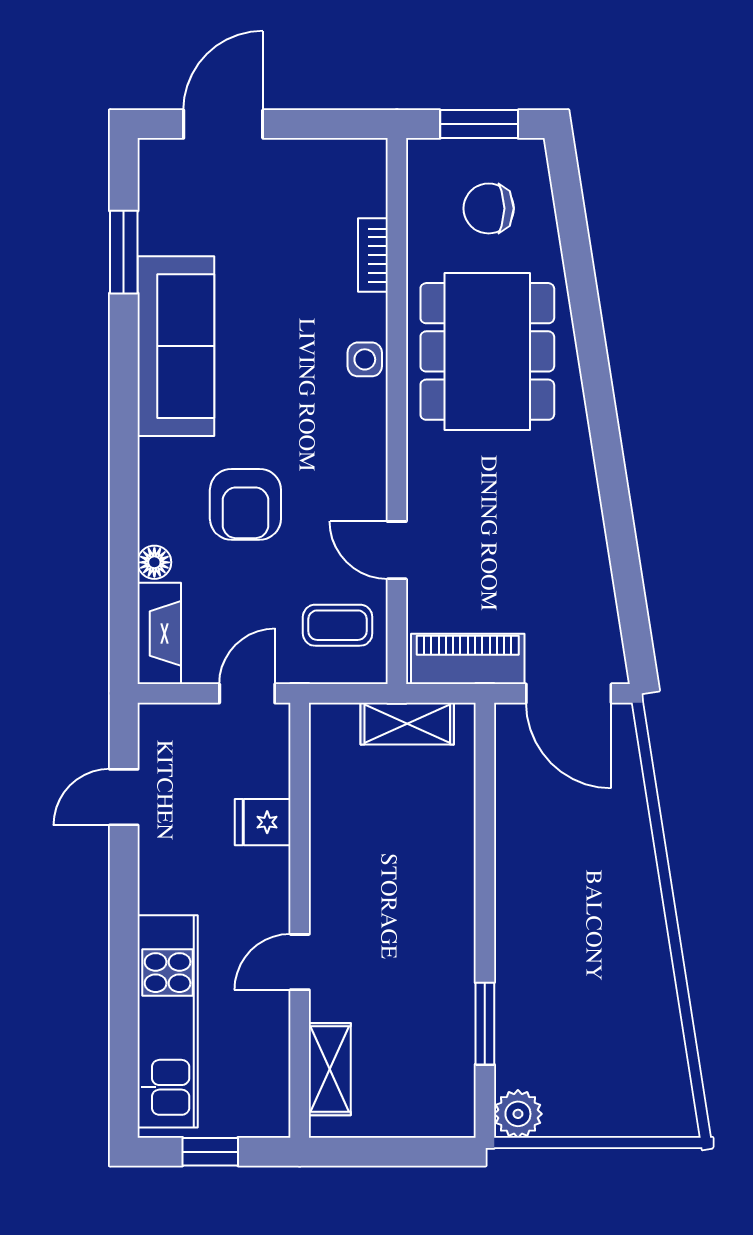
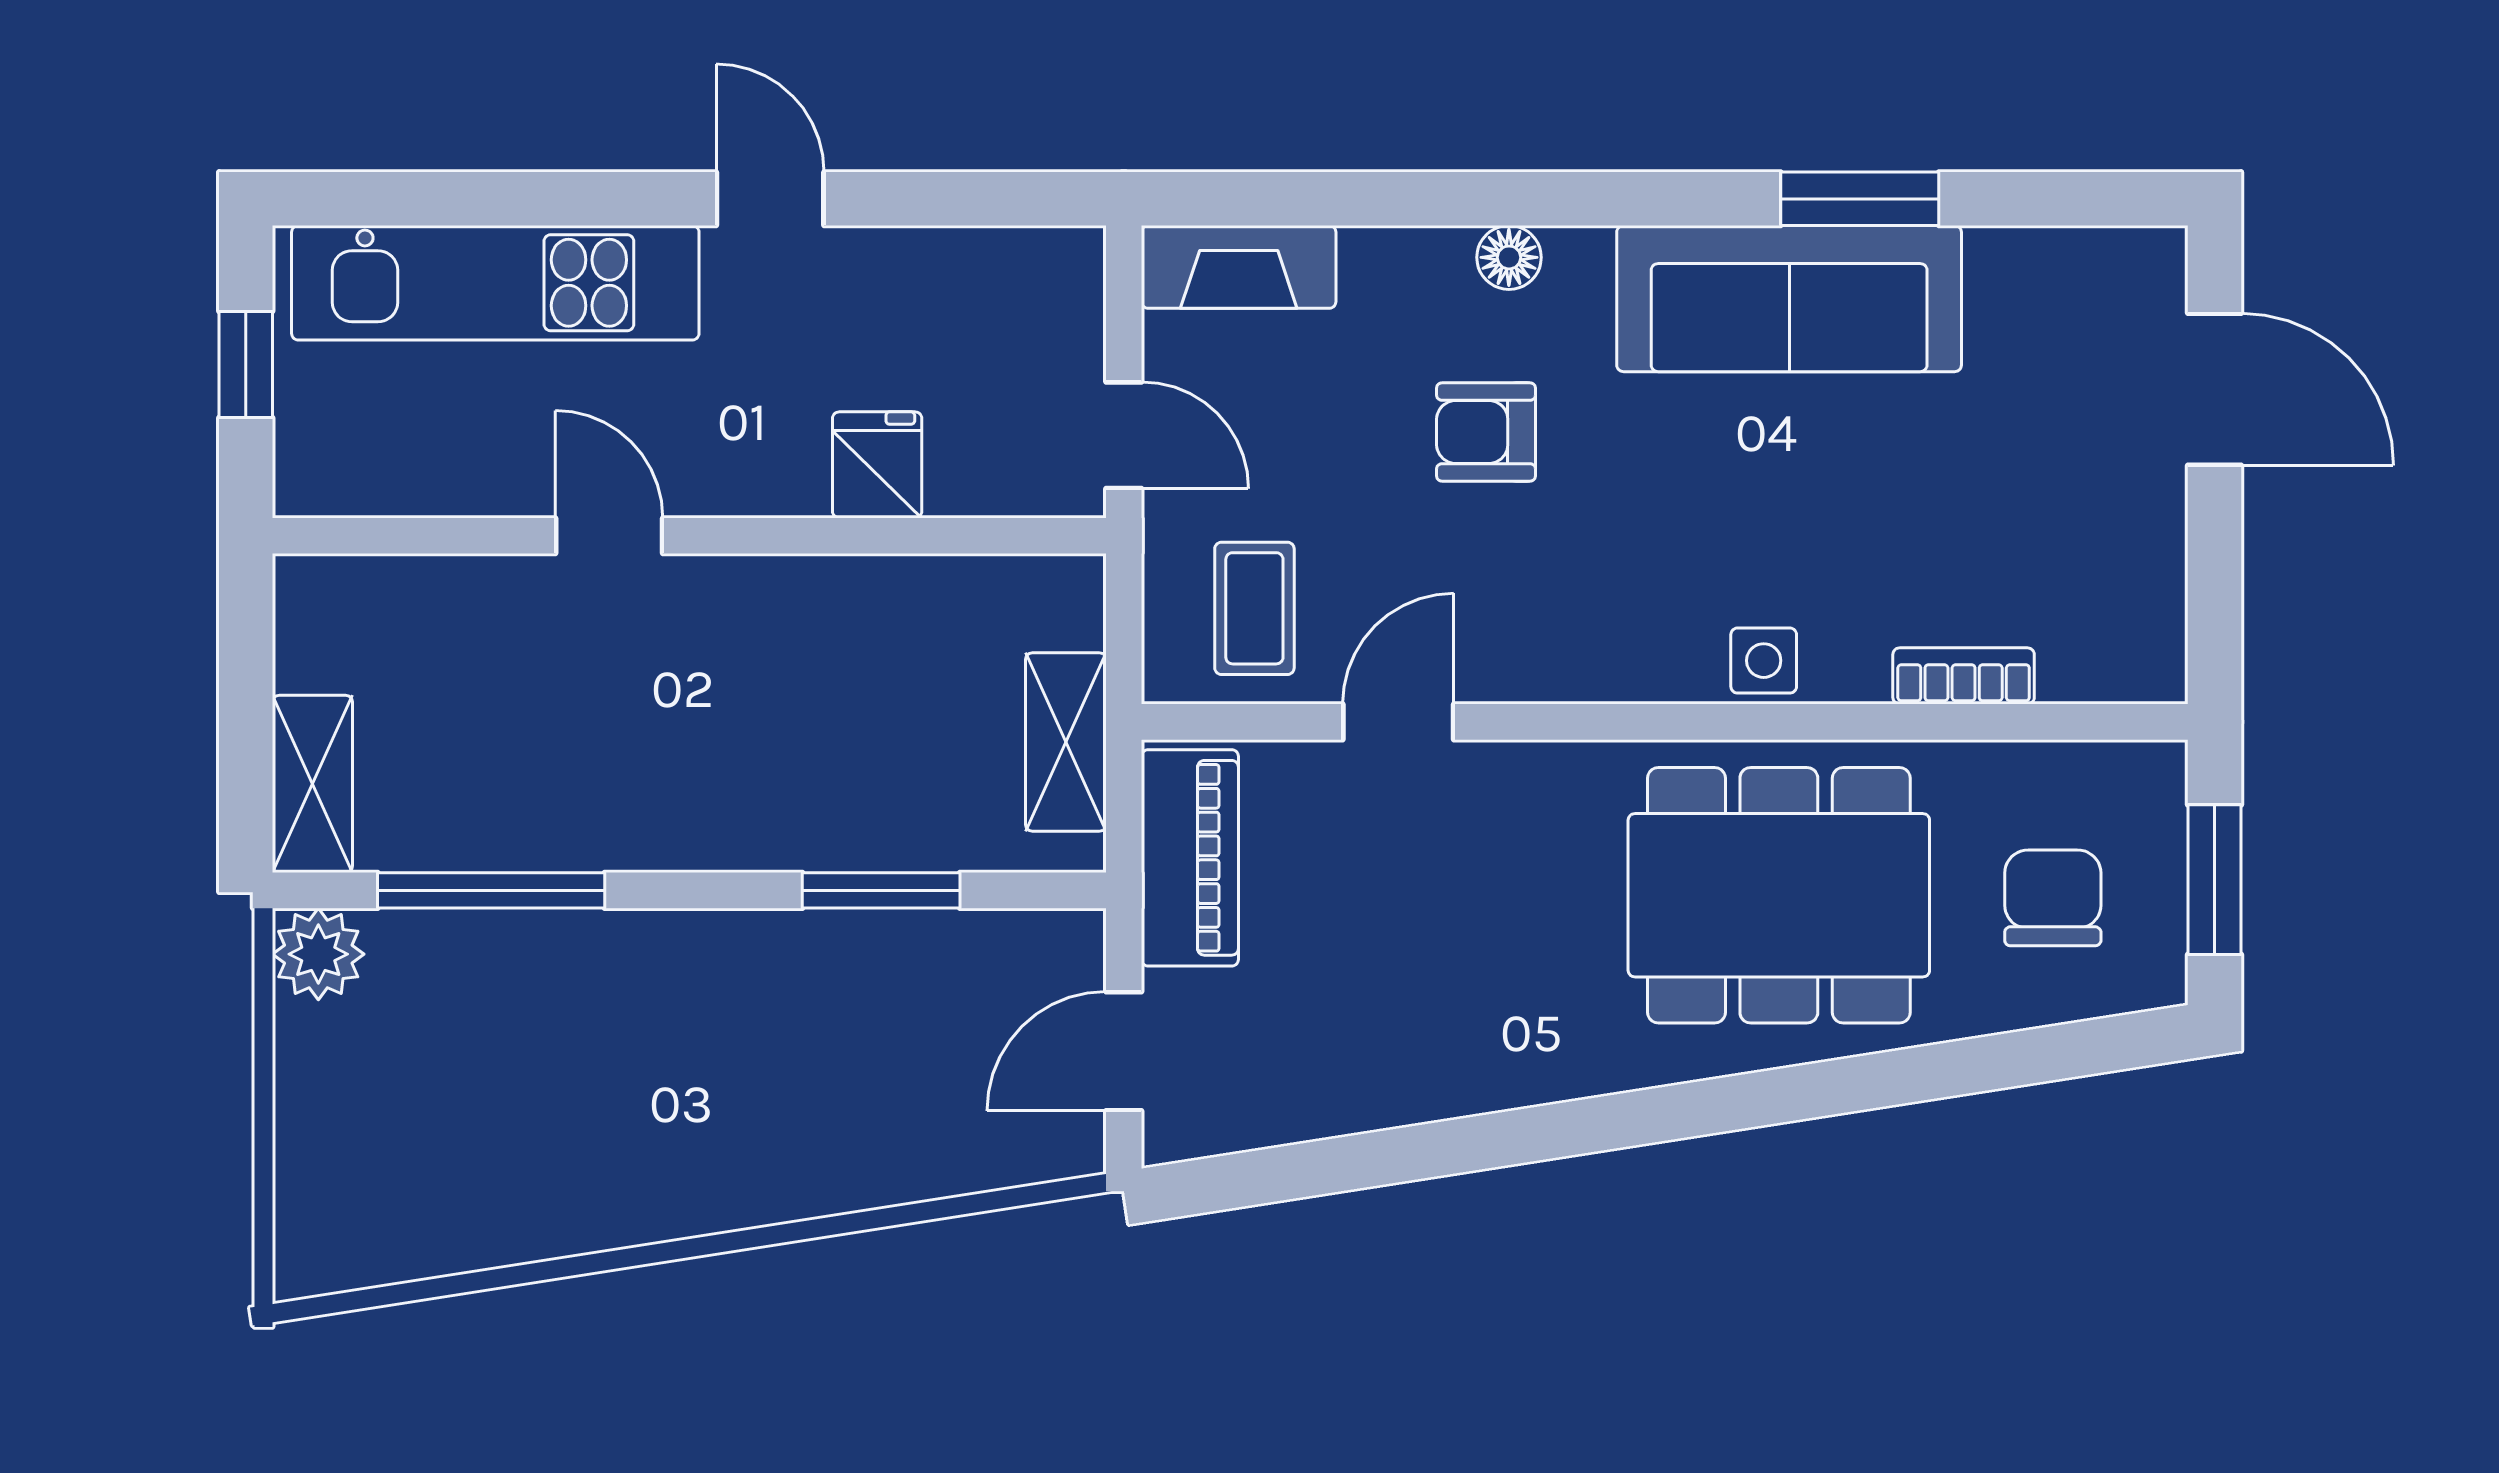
window: (124, 252) -> (1860, 199), moved
armchair: (245, 504) -> (1486, 432), width x0.72, depth x0.72
floor lamp: (154, 562) -> (1509, 257), moved
door: (569, 693) -> (1124, 1051), width x0.73
door: (124, 797) -> (770, 199), moved
window: (485, 820) -> (881, 890), added
window: (485, 1024) -> (491, 890), width x1.44
shelving: (330, 1069) -> (312, 784), moved, turned 90

